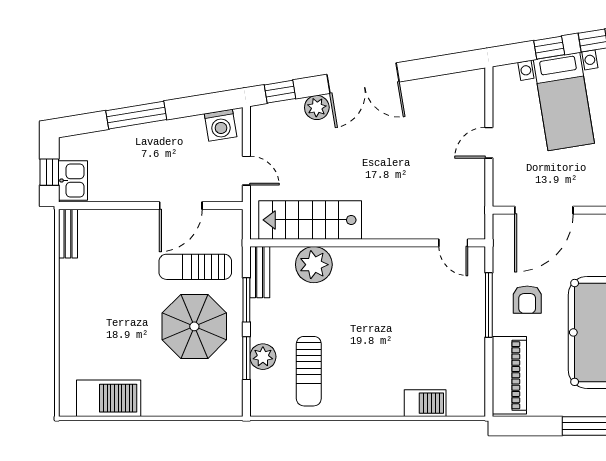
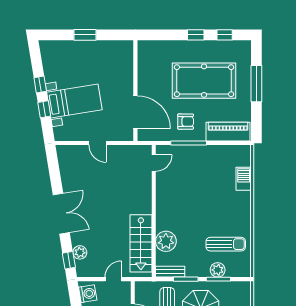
plant: (317, 107) -> (80, 252), moved

